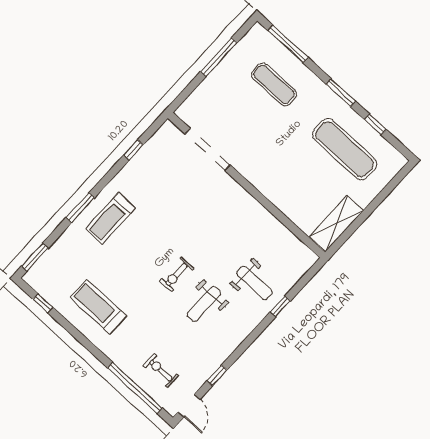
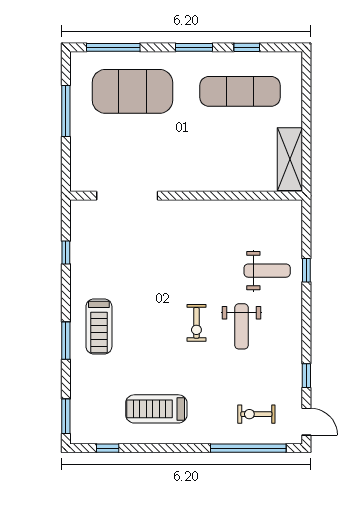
exercise mat: (274, 84) -> (132, 91), width x2.00, depth x1.45

